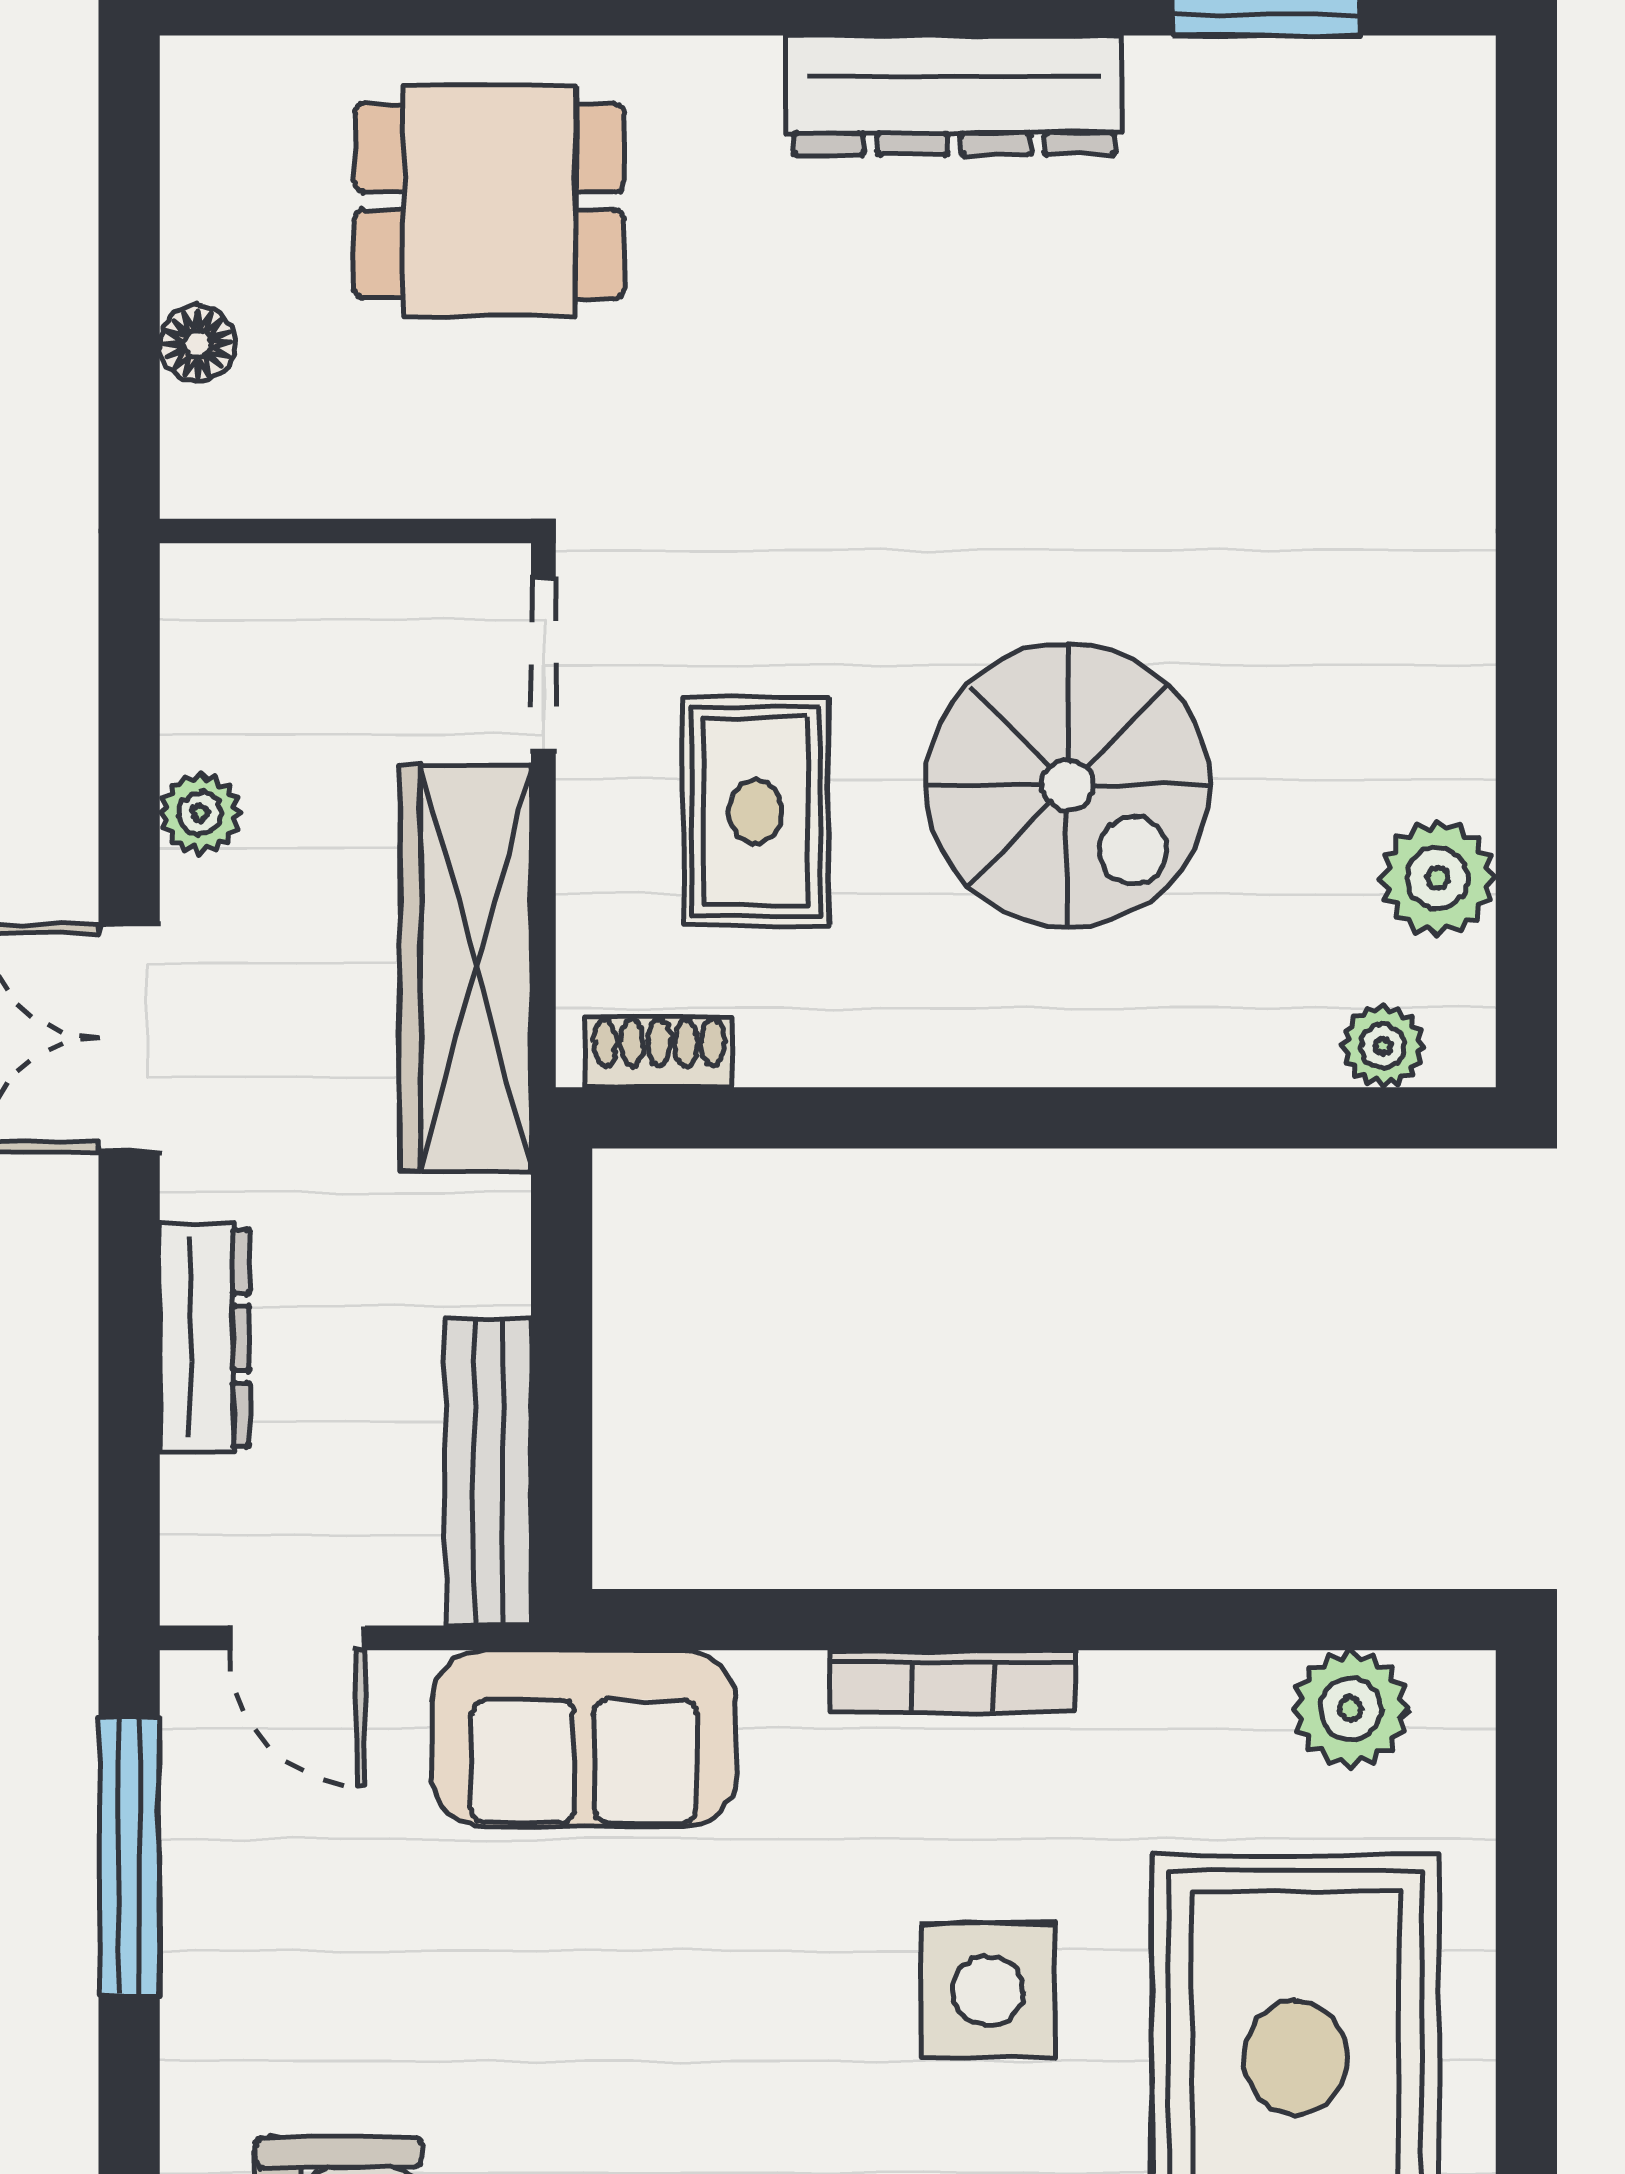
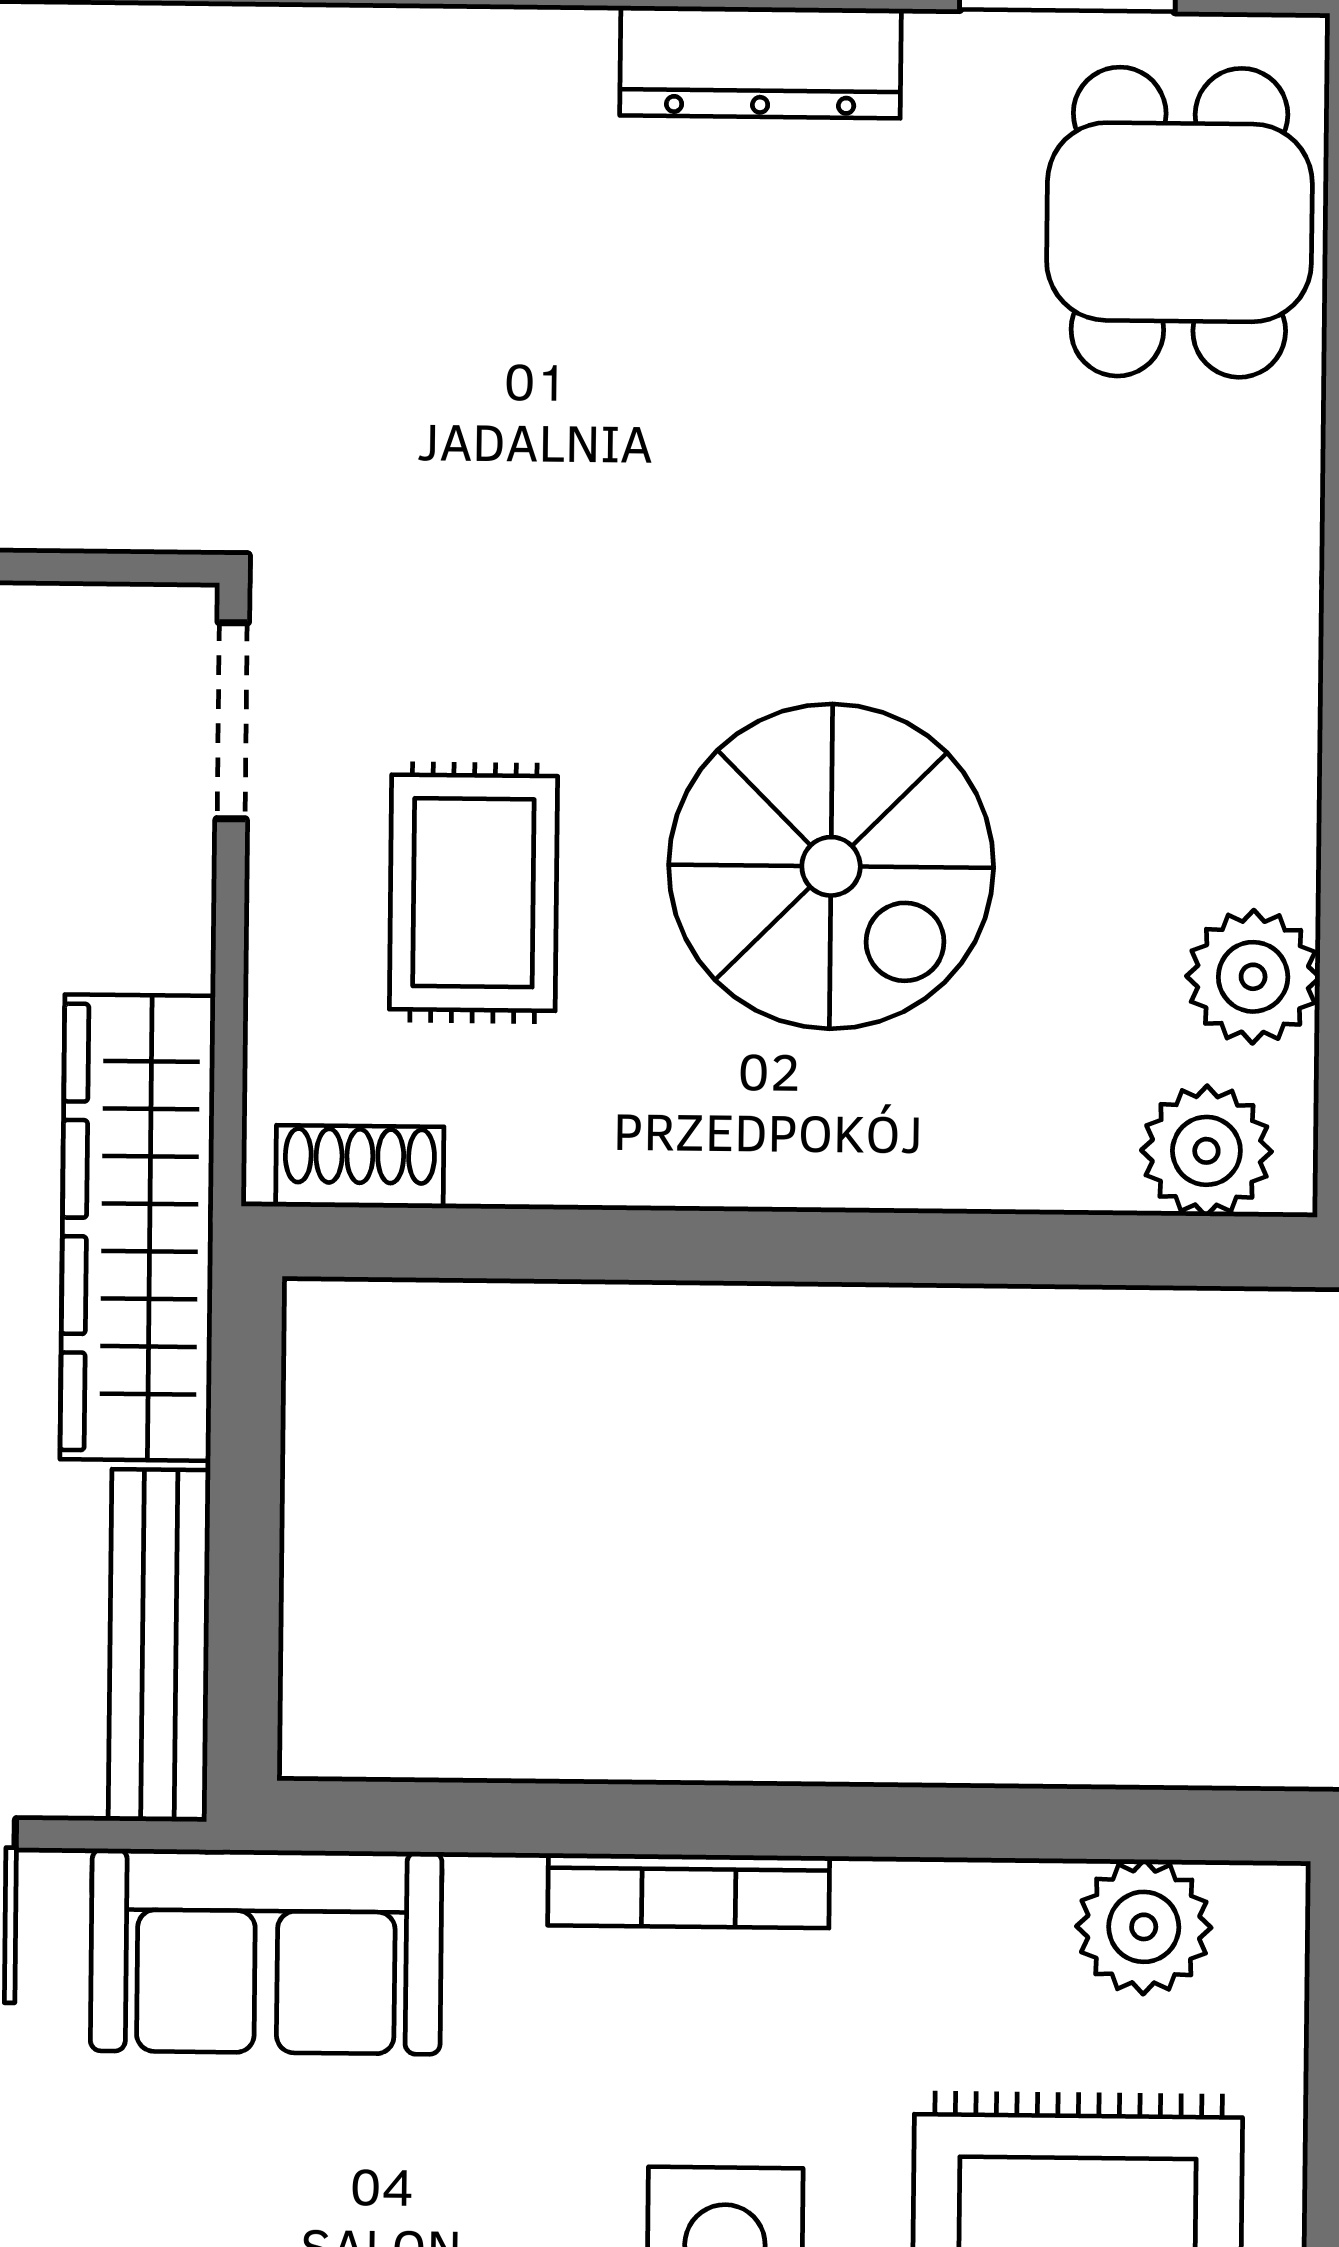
dresser: (954, 95) -> (761, 62), width x0.73, depth x0.80
dining table: (489, 201) -> (1179, 222), moved, turned 90
wardrobe: (465, 968) -> (138, 1228), moved
plant: (1383, 1046) -> (1206, 1151), width x1.38, depth x1.38

